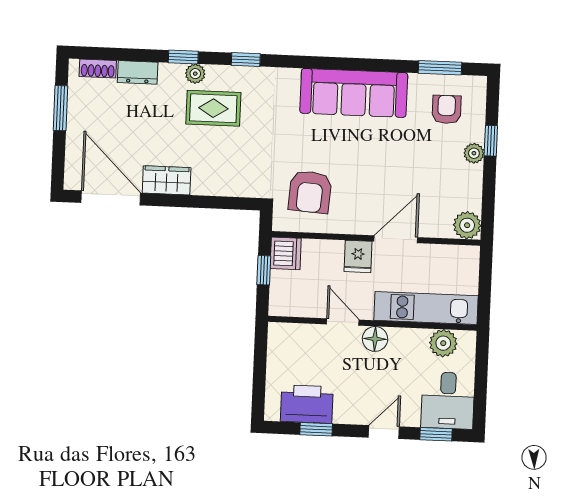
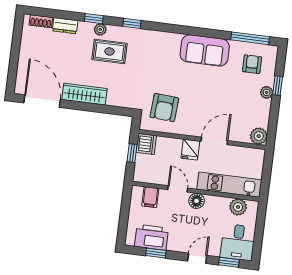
window: (440, 68) -> (250, 38), width x1.44
sofa: (354, 93) -> (205, 50), width x0.73
window: (60, 108) -> (16, 44), removed
wardrobe: (167, 180) -> (84, 94), width x1.50
filing cabinet: (299, 339) -> (150, 197), added

